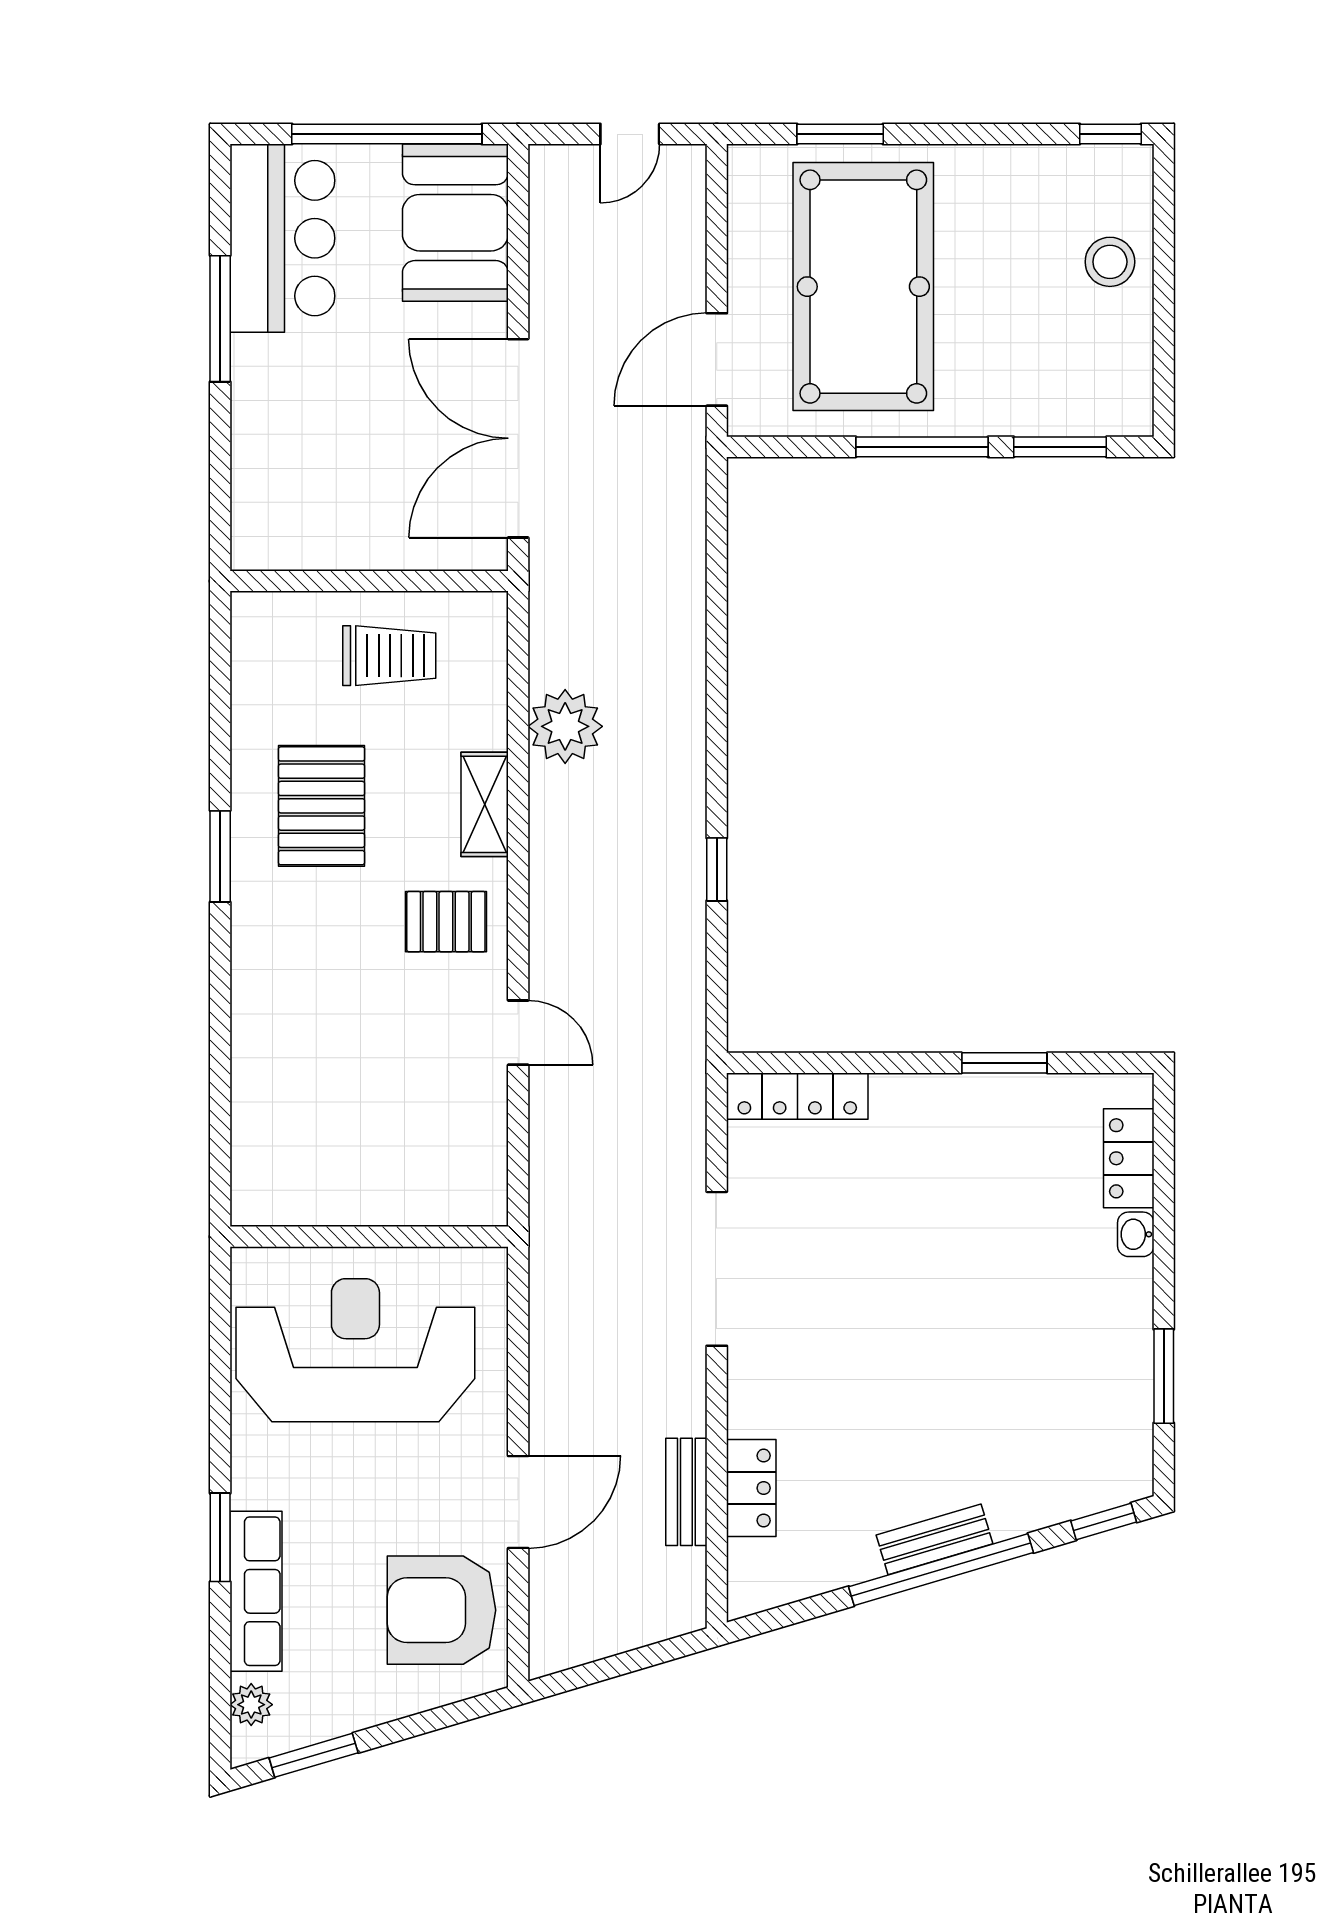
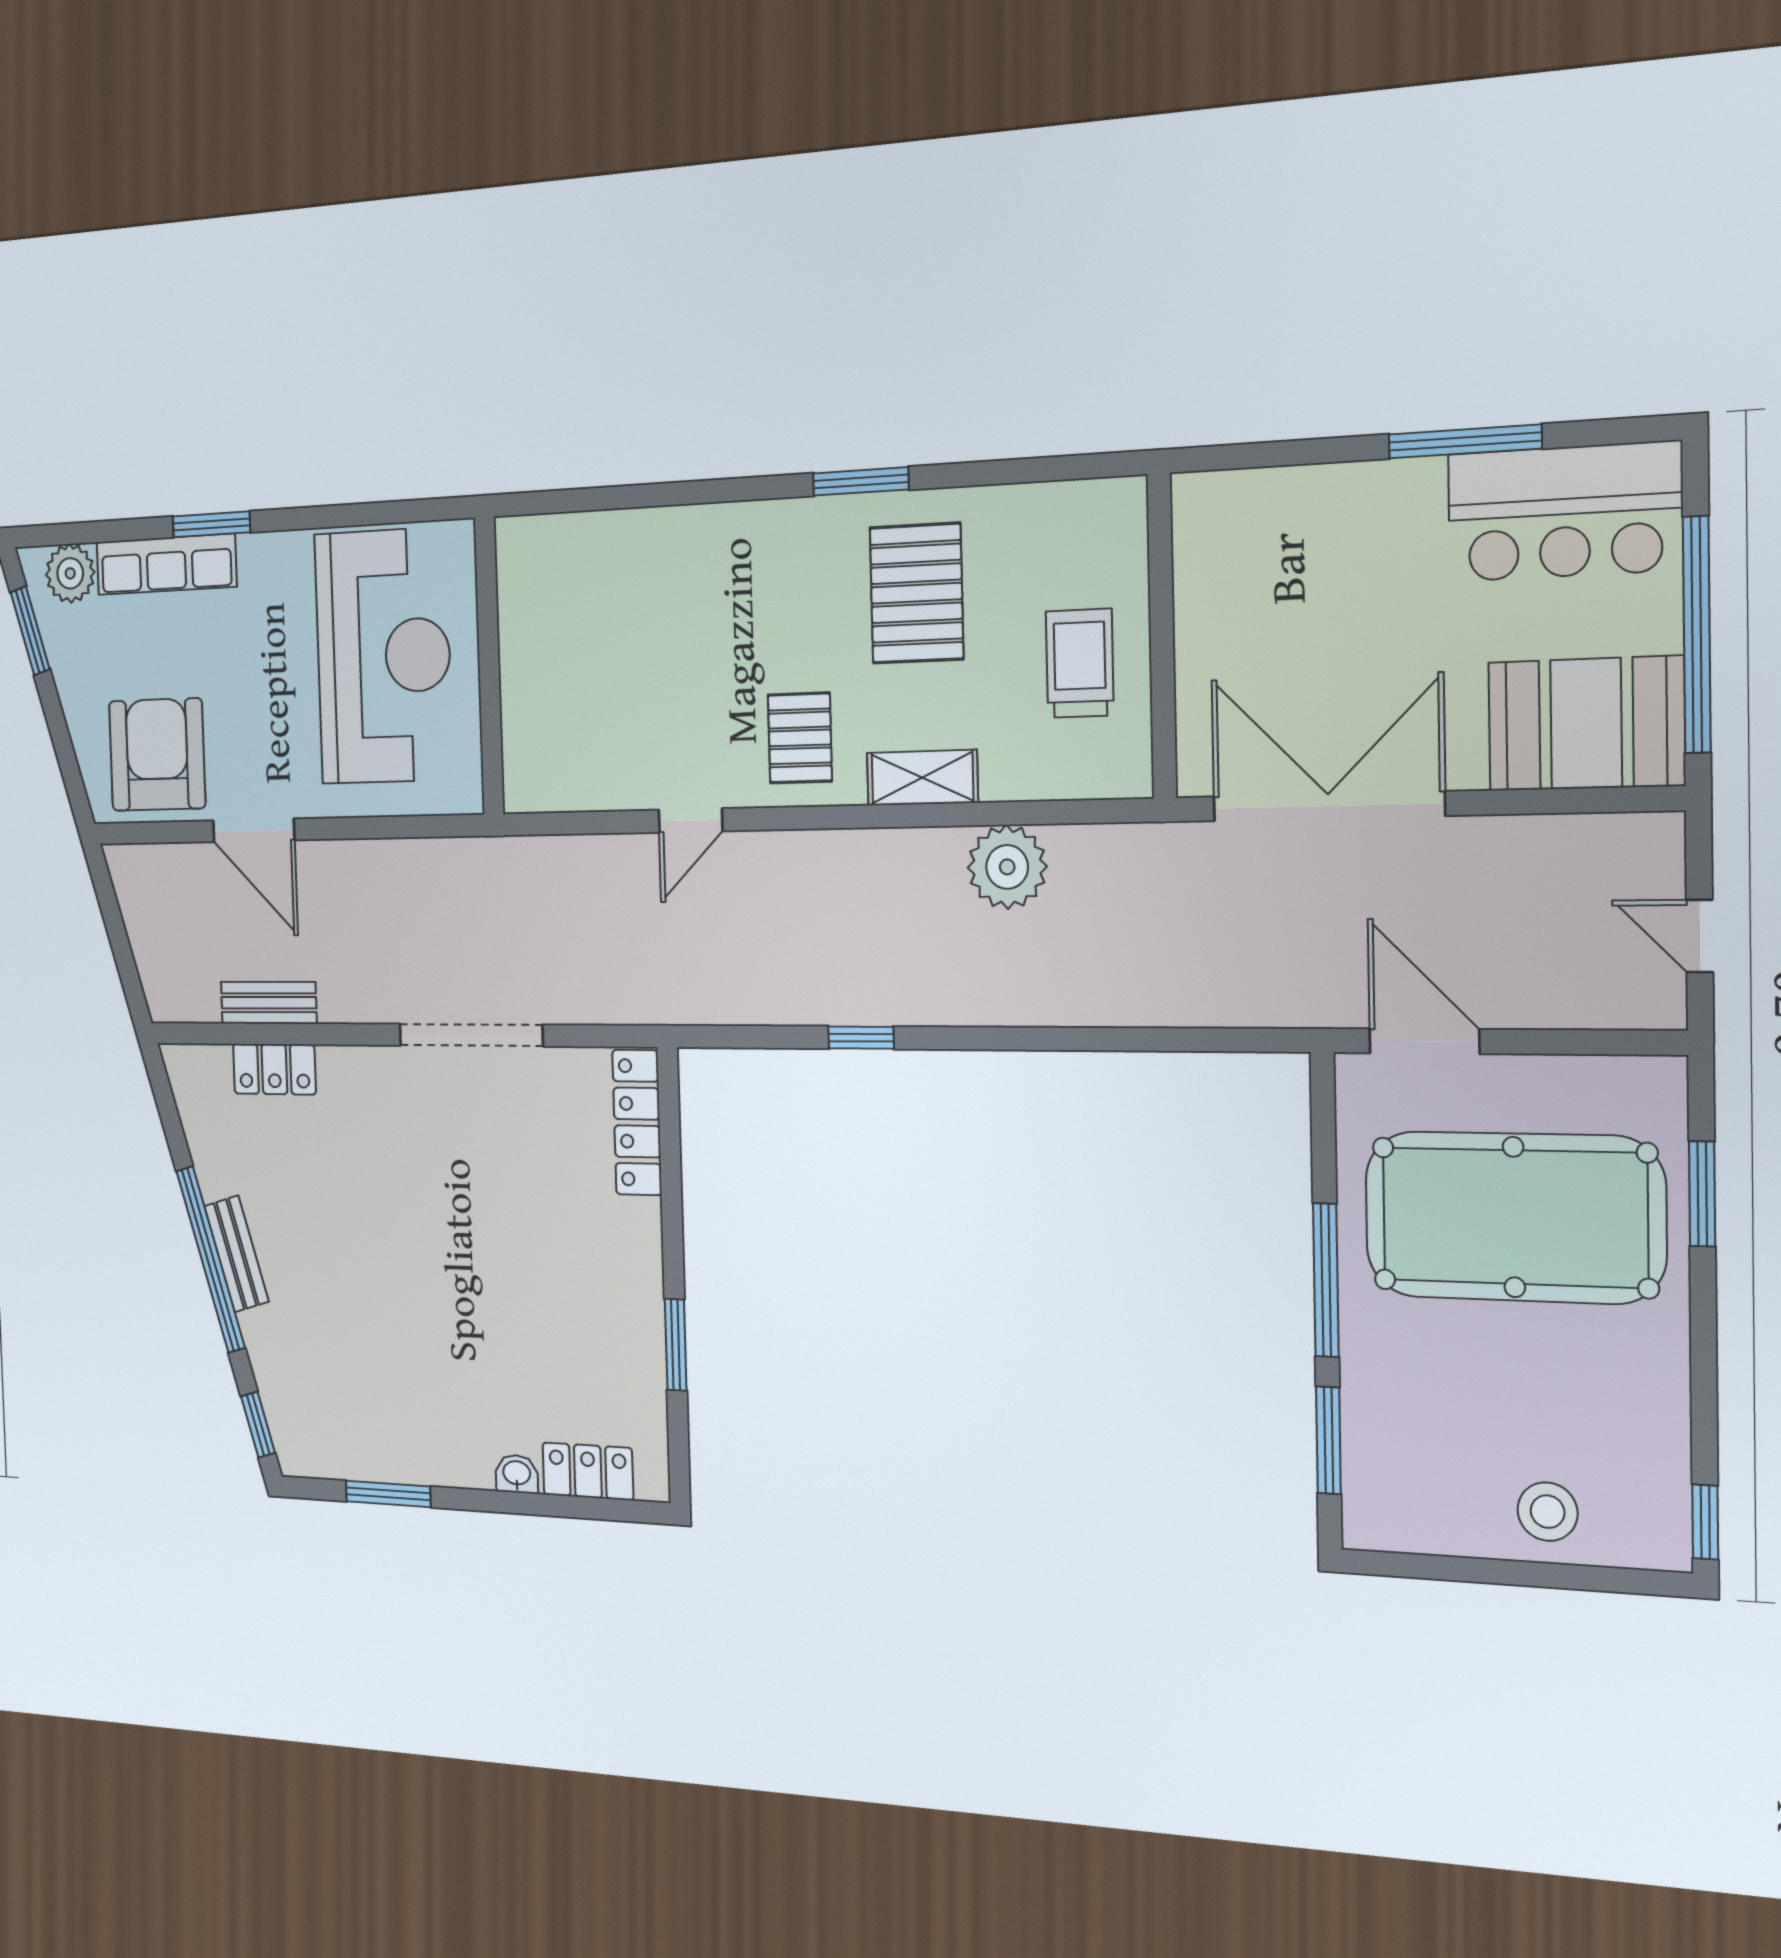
trolley: (389, 656) -> (1080, 663), turned 180
pallet: (322, 806) -> (916, 593), turned 90
plant: (251, 1705) -> (70, 573), width x1.38, depth x1.38

